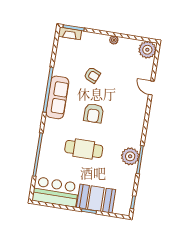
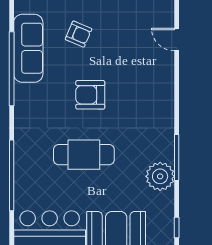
sofa: (57, 97) -> (28, 48), moved
armchair: (93, 113) -> (90, 95), turned 90
plant: (130, 156) -> (160, 176), moved

